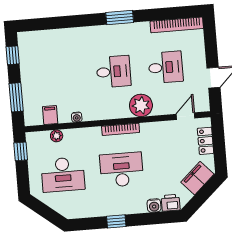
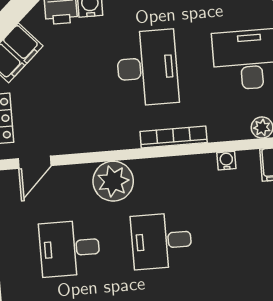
bookcase: (121, 129) -> (174, 137), moved
desk: (122, 170) -> (147, 68), turned -90

